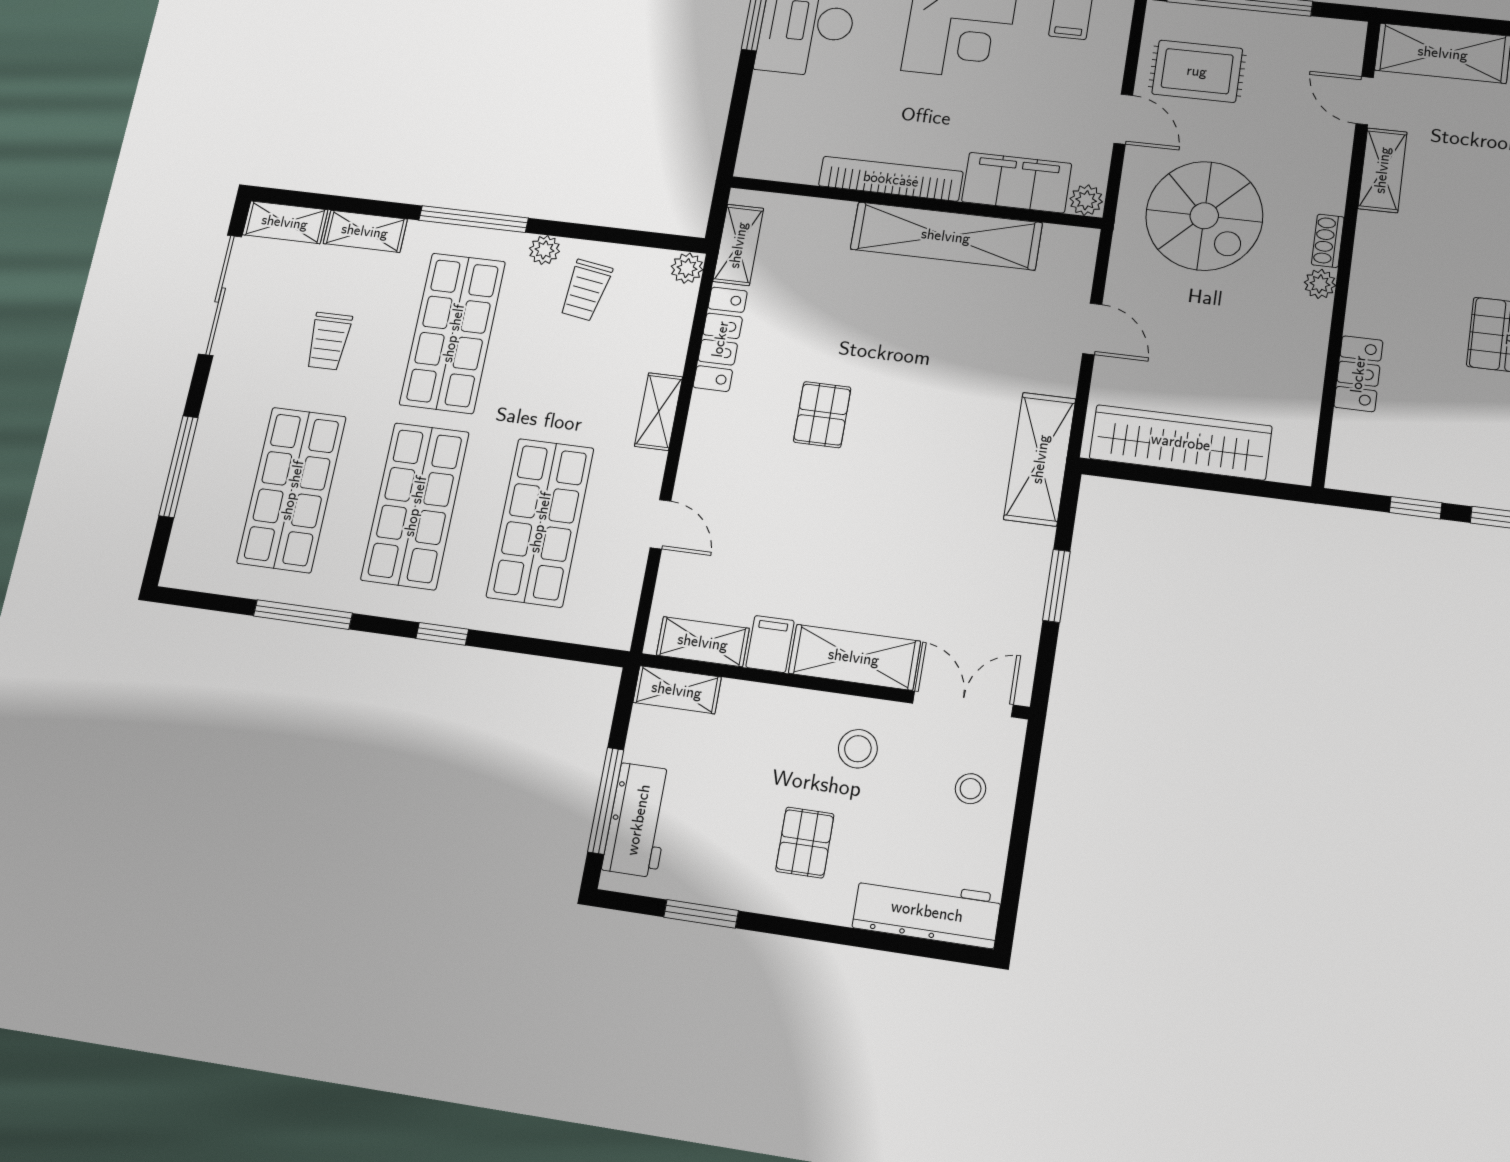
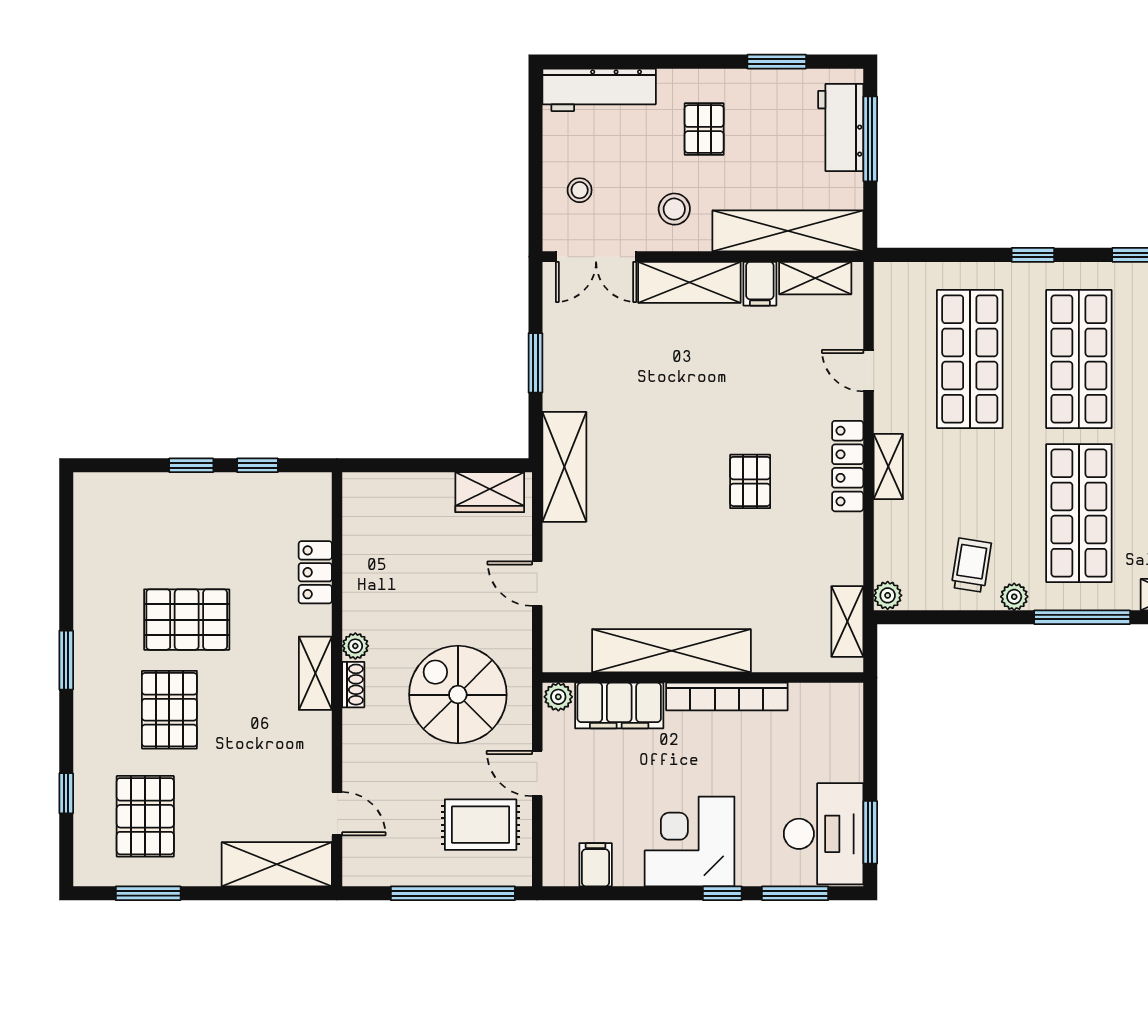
shelving: (1382, 170) -> (315, 673), moved
locker: (720, 339) -> (848, 466), moved
wardrobe: (1181, 442) -> (490, 492), width x0.48, depth x0.85
shelving: (677, 690) -> (788, 231), width x2.20, depth x1.33

